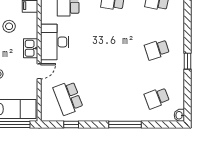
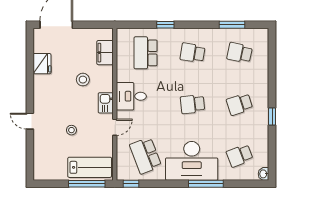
desk: (55, 42) -> (131, 96), width x0.73
school desk: (112, 50) -> (193, 104), added
desk: (112, 103) -> (192, 161), added
window: (71, 124) -> (131, 184), moved

